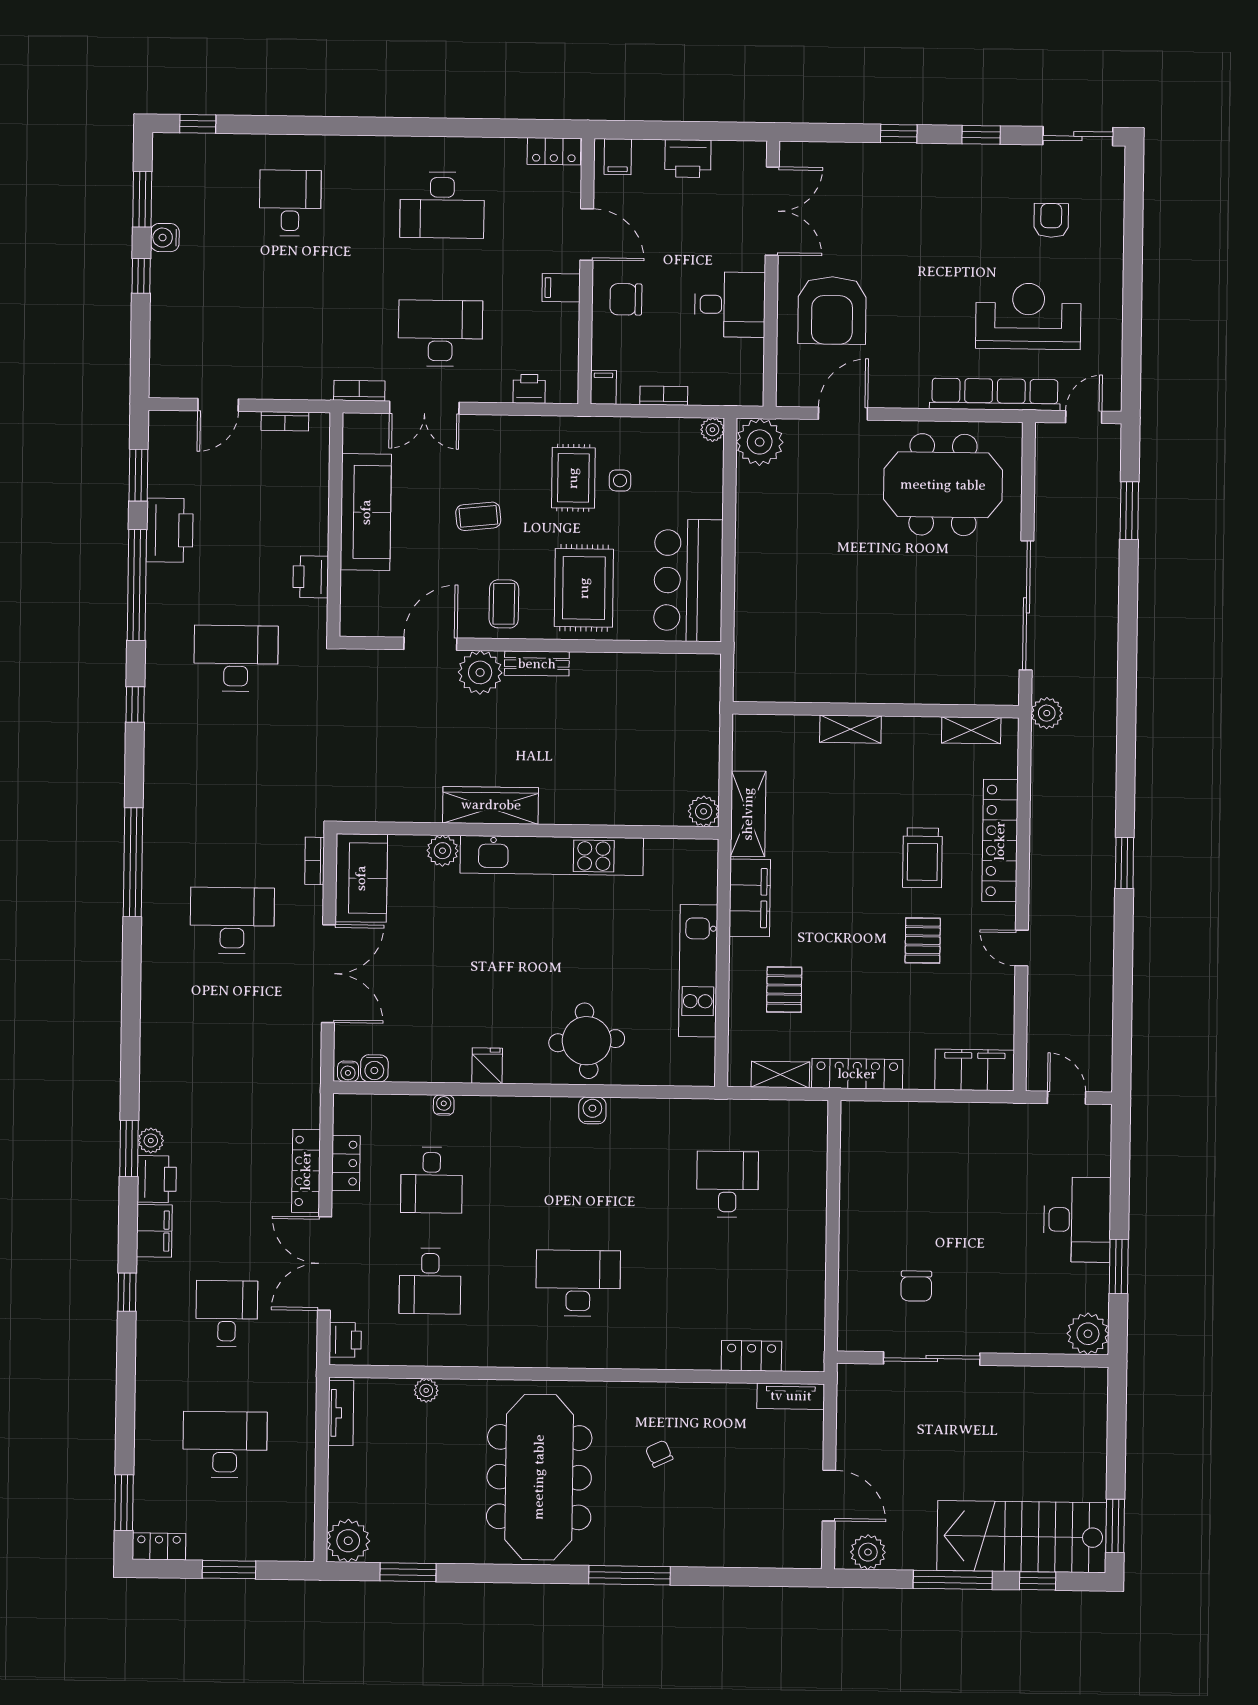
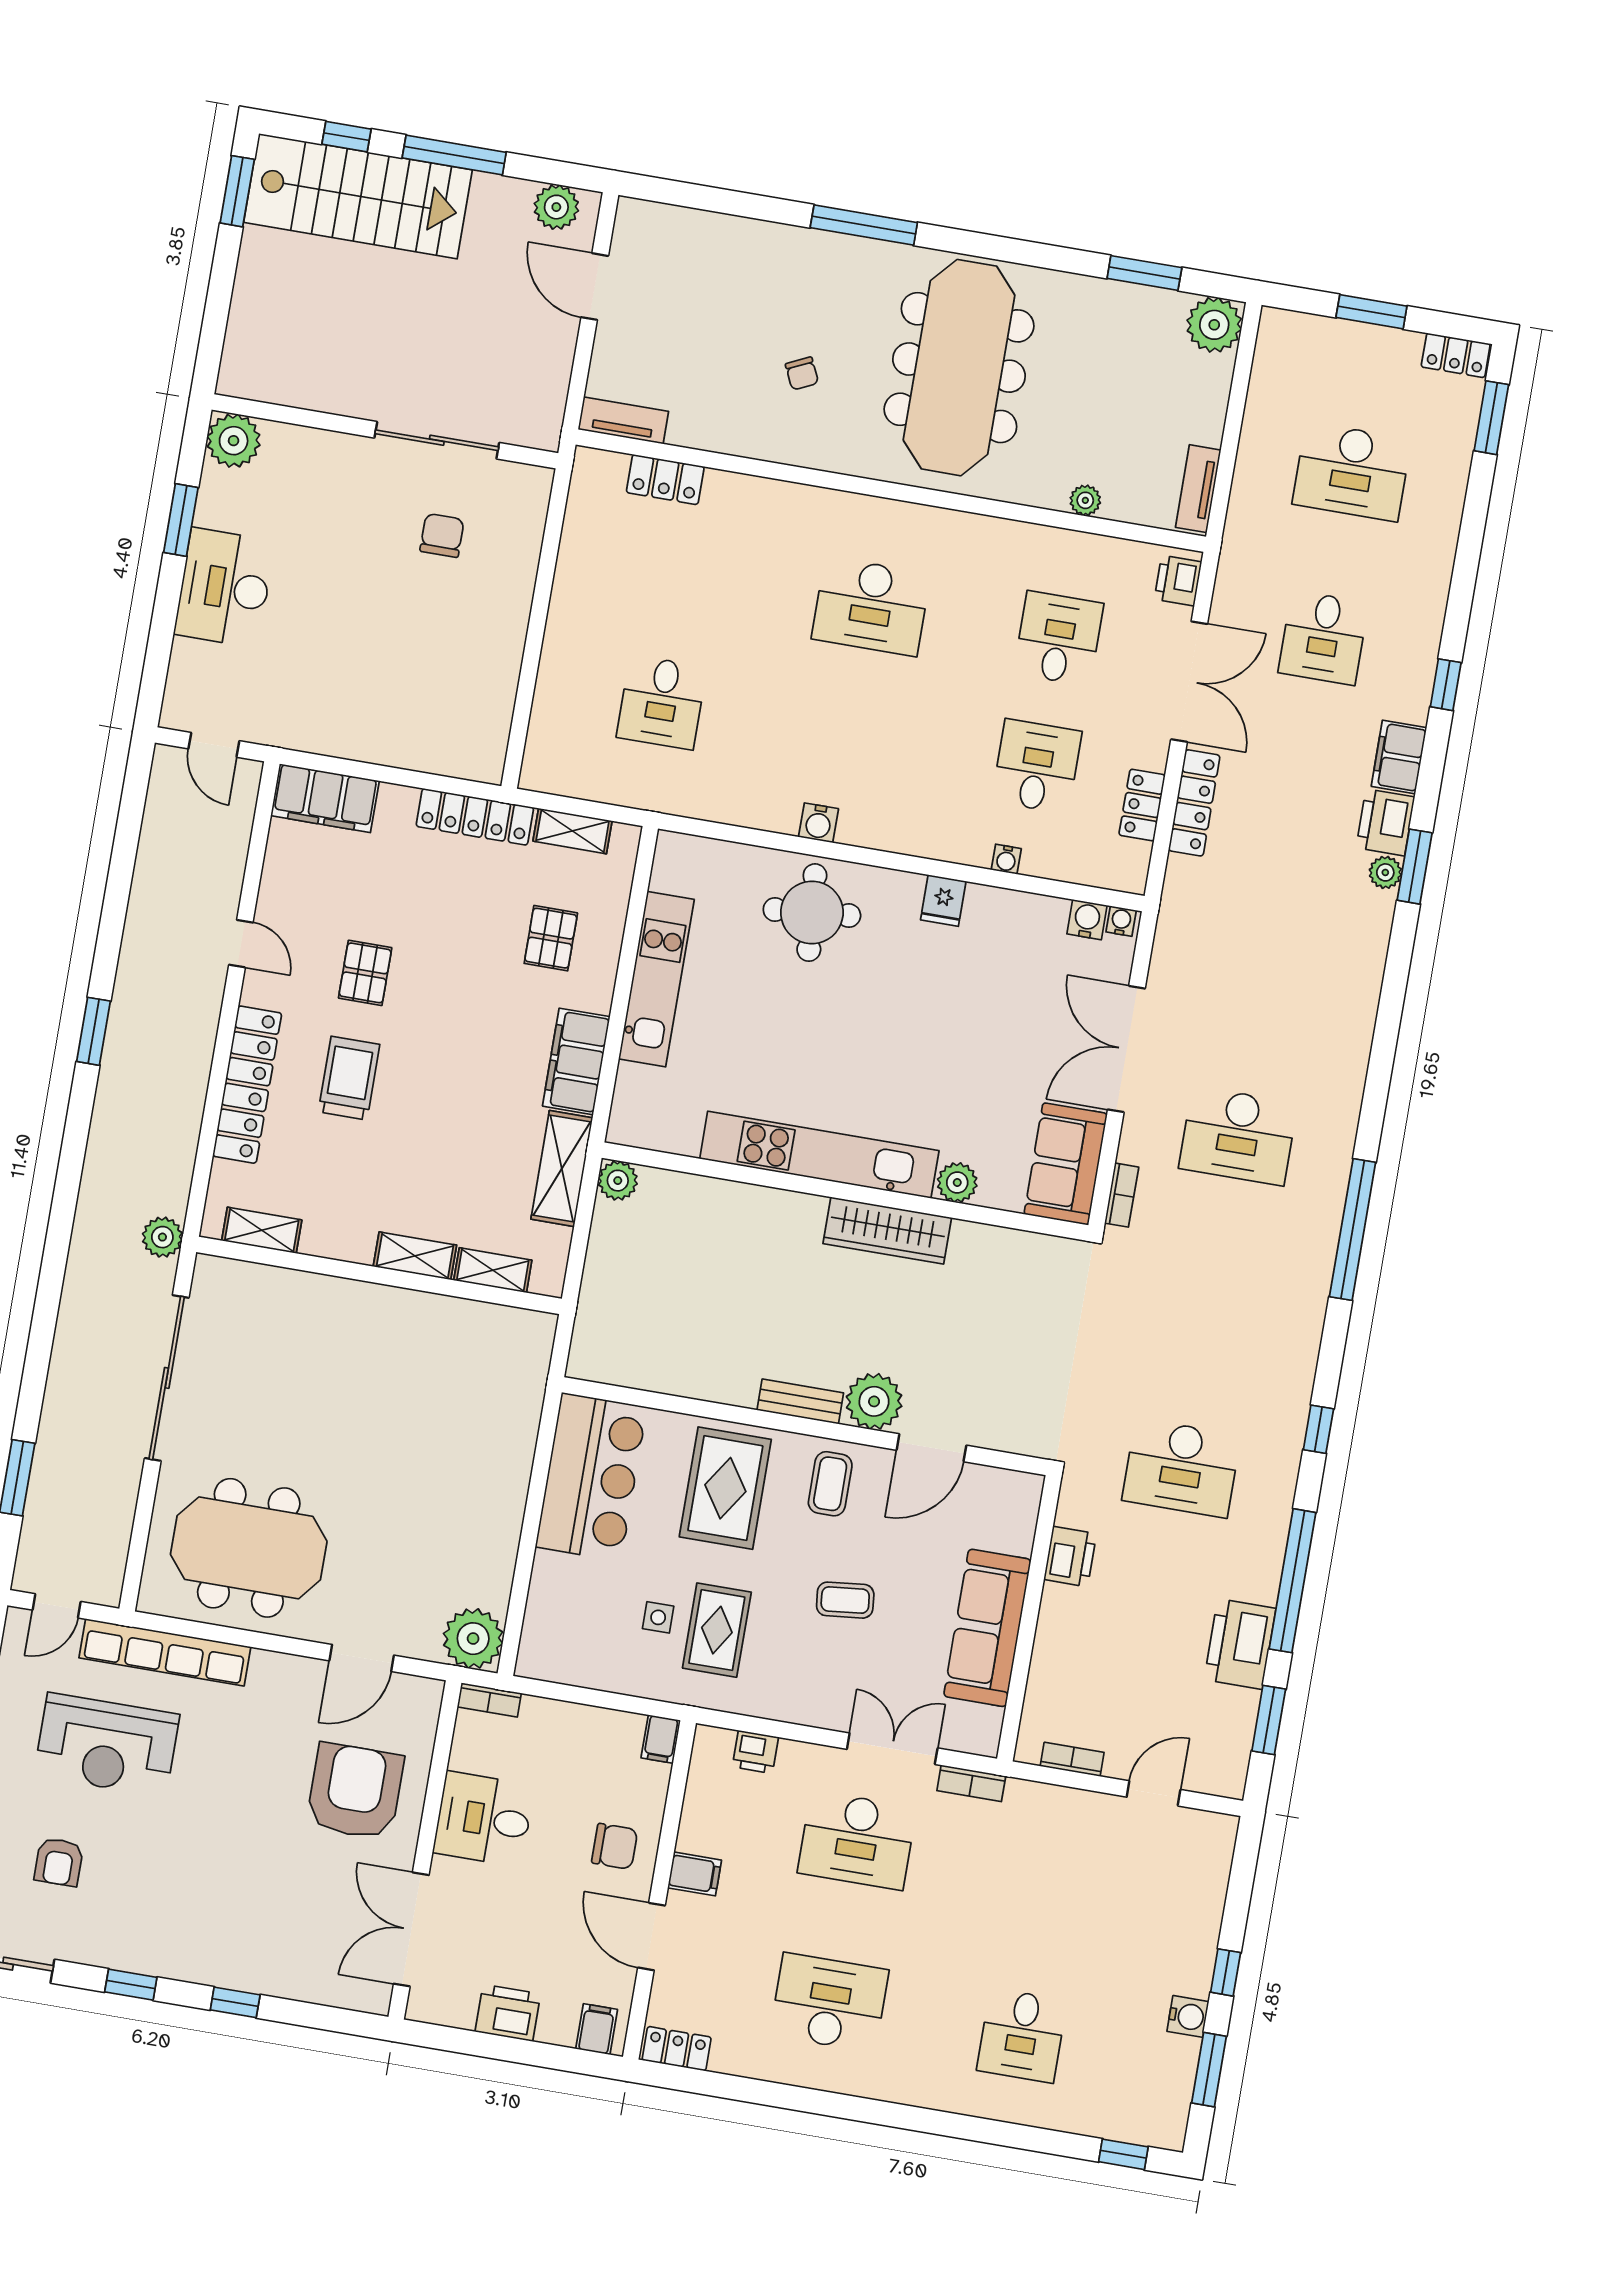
bookcase: (664, 396) -> (489, 1700), moved
plant: (712, 430) -> (531, 1664), removed
shelving: (789, 727) -> (493, 1270), added

